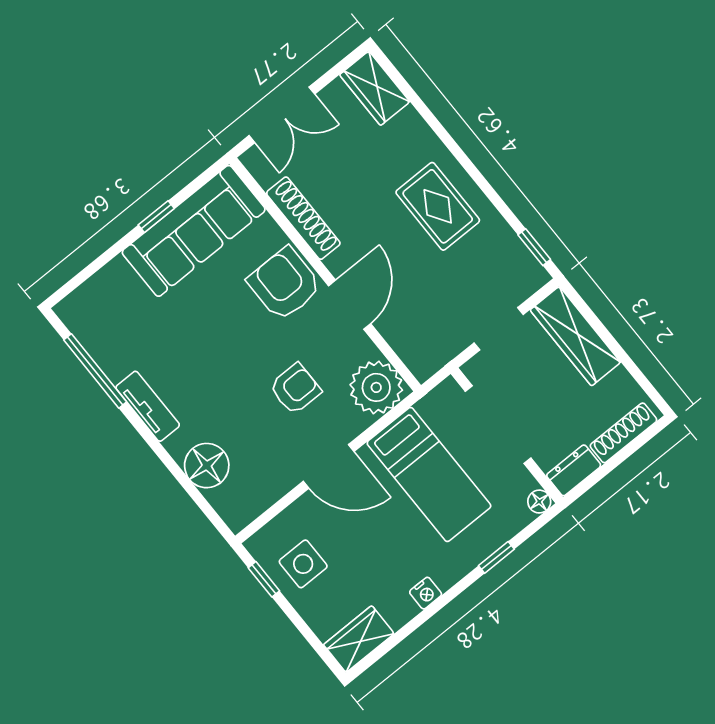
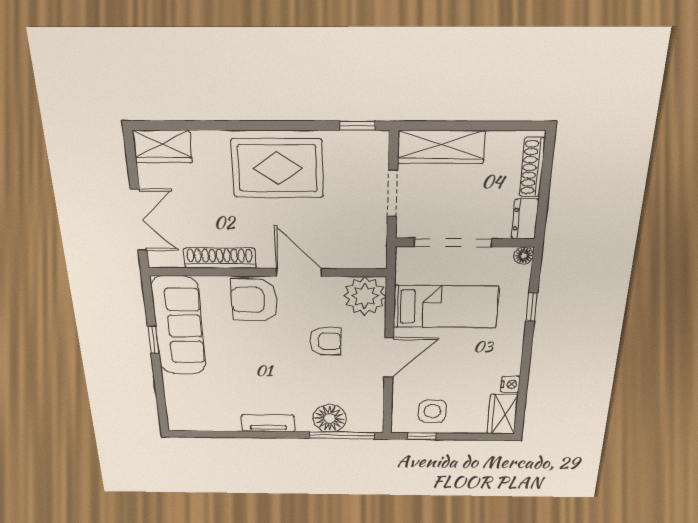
rug: (438, 206) -> (278, 168), width x1.36, depth x1.43
window: (95, 371) -> (342, 435), moved
armchair: (295, 389) -> (325, 341), turned 90
nightstand: (426, 593) -> (510, 384), moved

